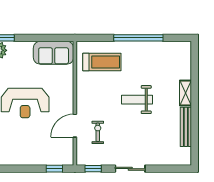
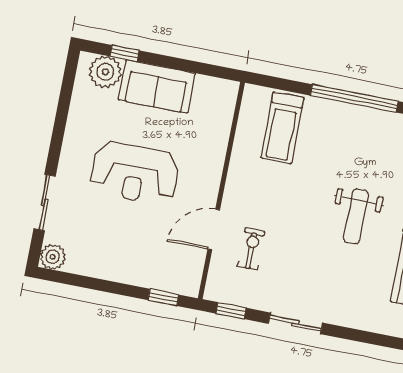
sofa: (54, 53) -> (157, 86), moved
treadmill: (102, 62) -> (282, 128), turned 90
weight bench: (137, 100) -> (356, 216), moved, turned -90

